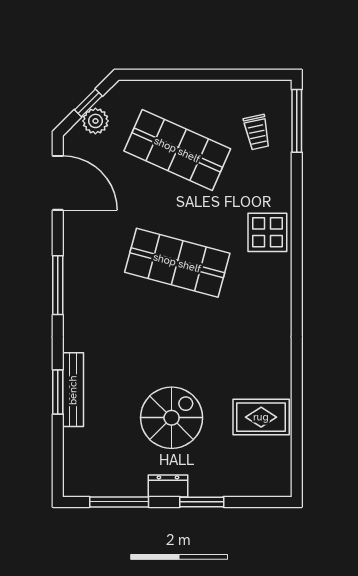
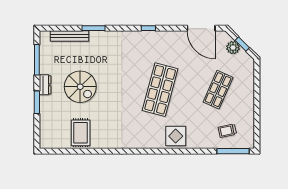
shop shelf: (177, 150) -> (218, 90), width x0.70, depth x0.74
door: (58, 183) -> (201, 28), hinge flipped
window: (58, 285) -> (148, 28), width x0.46
bench: (73, 390) -> (69, 36), moved

